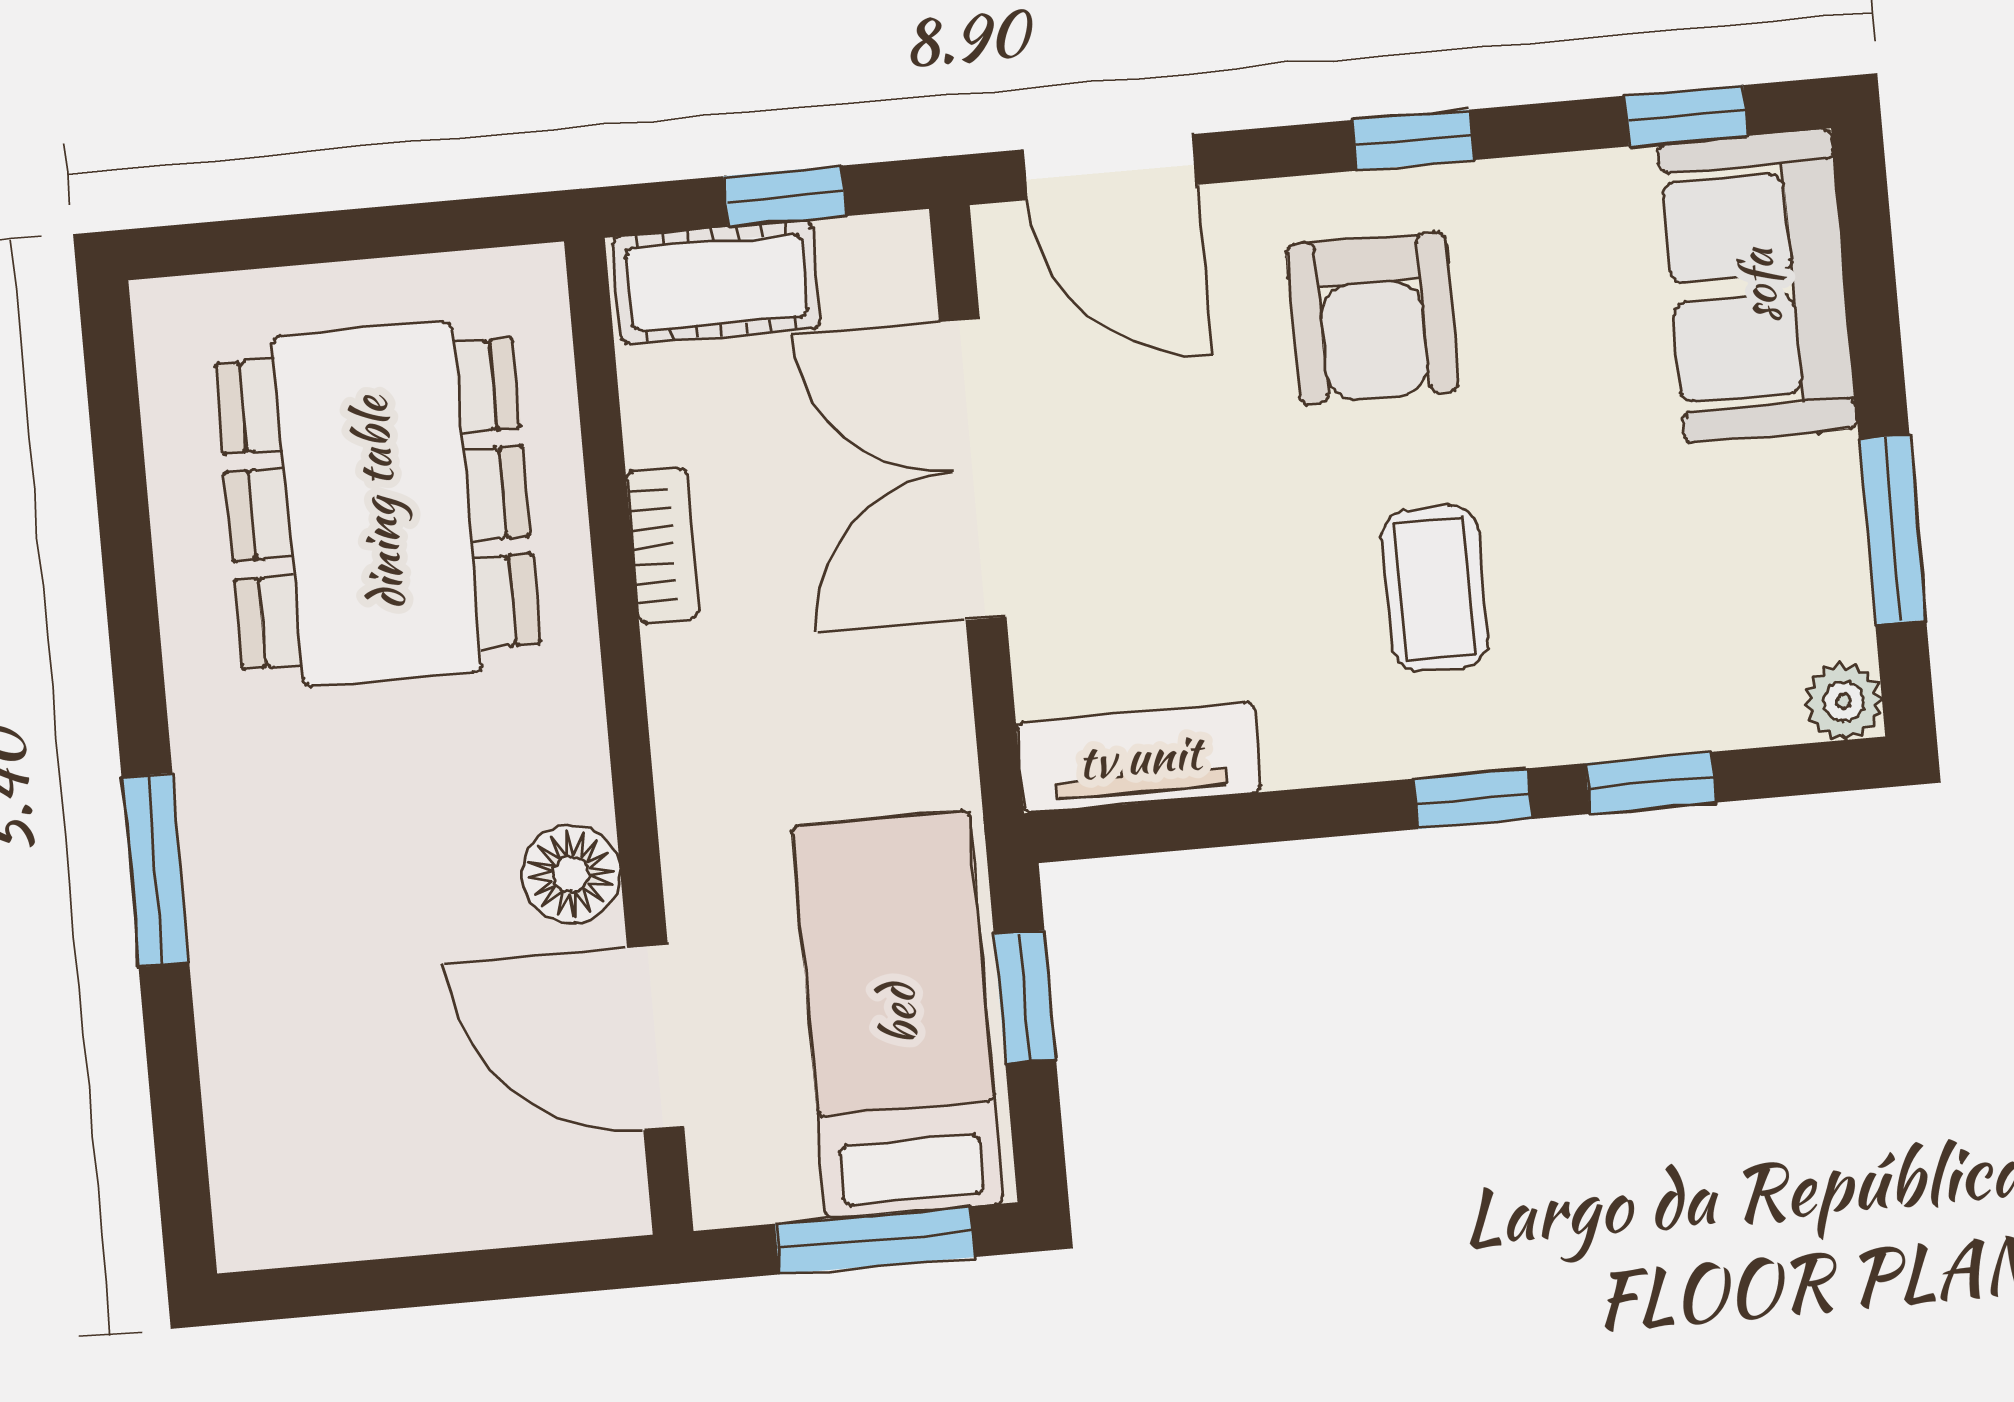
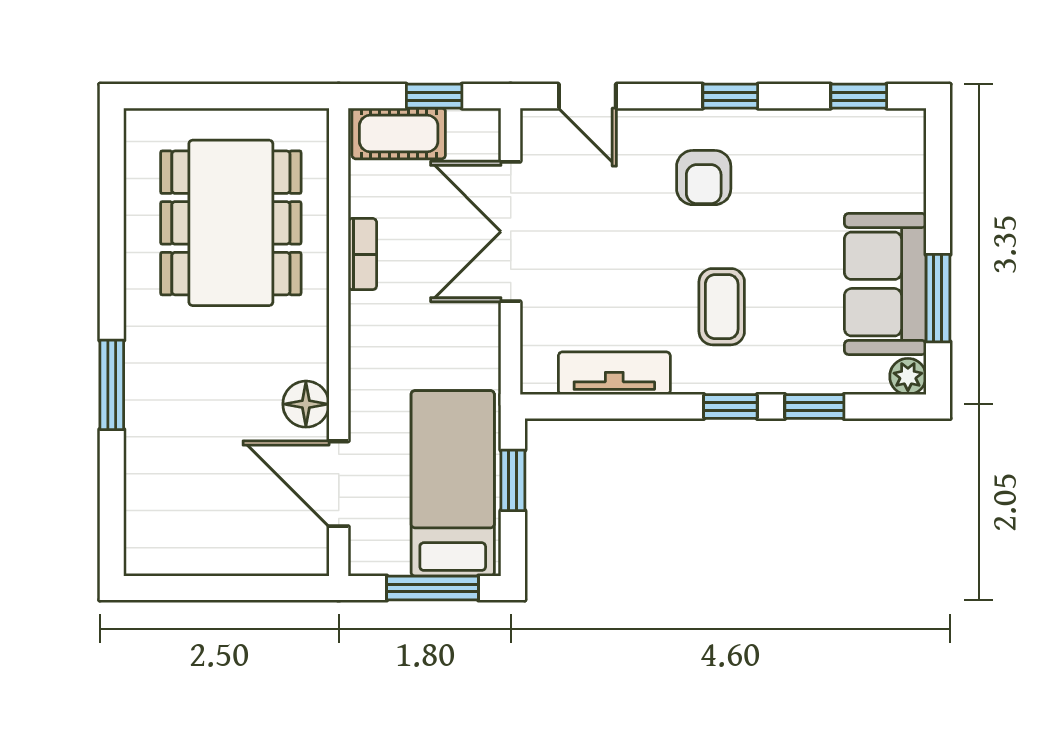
door: (1110, 167) -> (587, 96), width x0.73
sofa: (1758, 286) -> (885, 284), moved
armchair: (1372, 318) -> (704, 178), width x0.72, depth x0.72
tv unit: (1139, 757) -> (614, 373), moved

